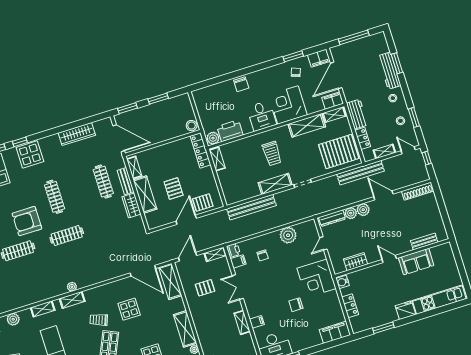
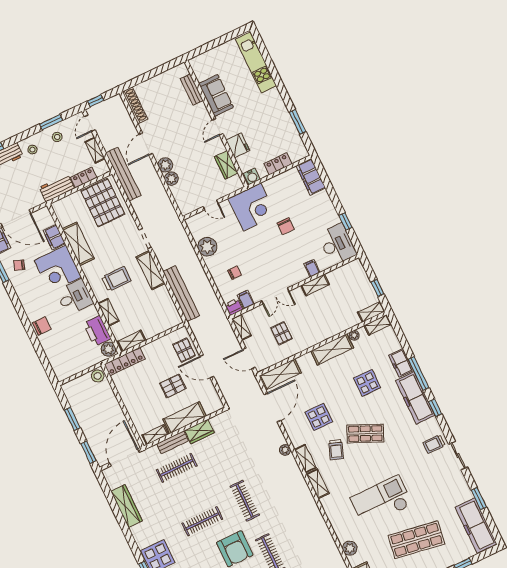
filing cabinet: (333, 100) -> (54, 237), moved
shelving: (334, 115) -> (108, 312), moved
dresser: (332, 218) -> (180, 199), removed
plant: (72, 287) -> (285, 450), moved
shelving: (43, 309) -> (305, 459), moved
fridge: (405, 310) -> (238, 145), moved, turned 180

